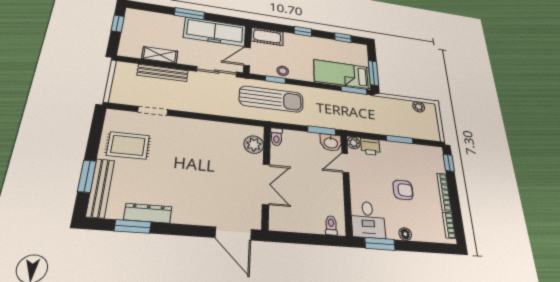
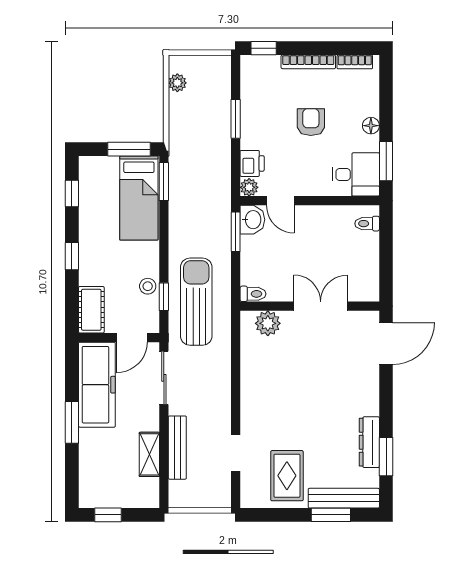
door: (247, 57) -> (132, 338), hinge flipped

